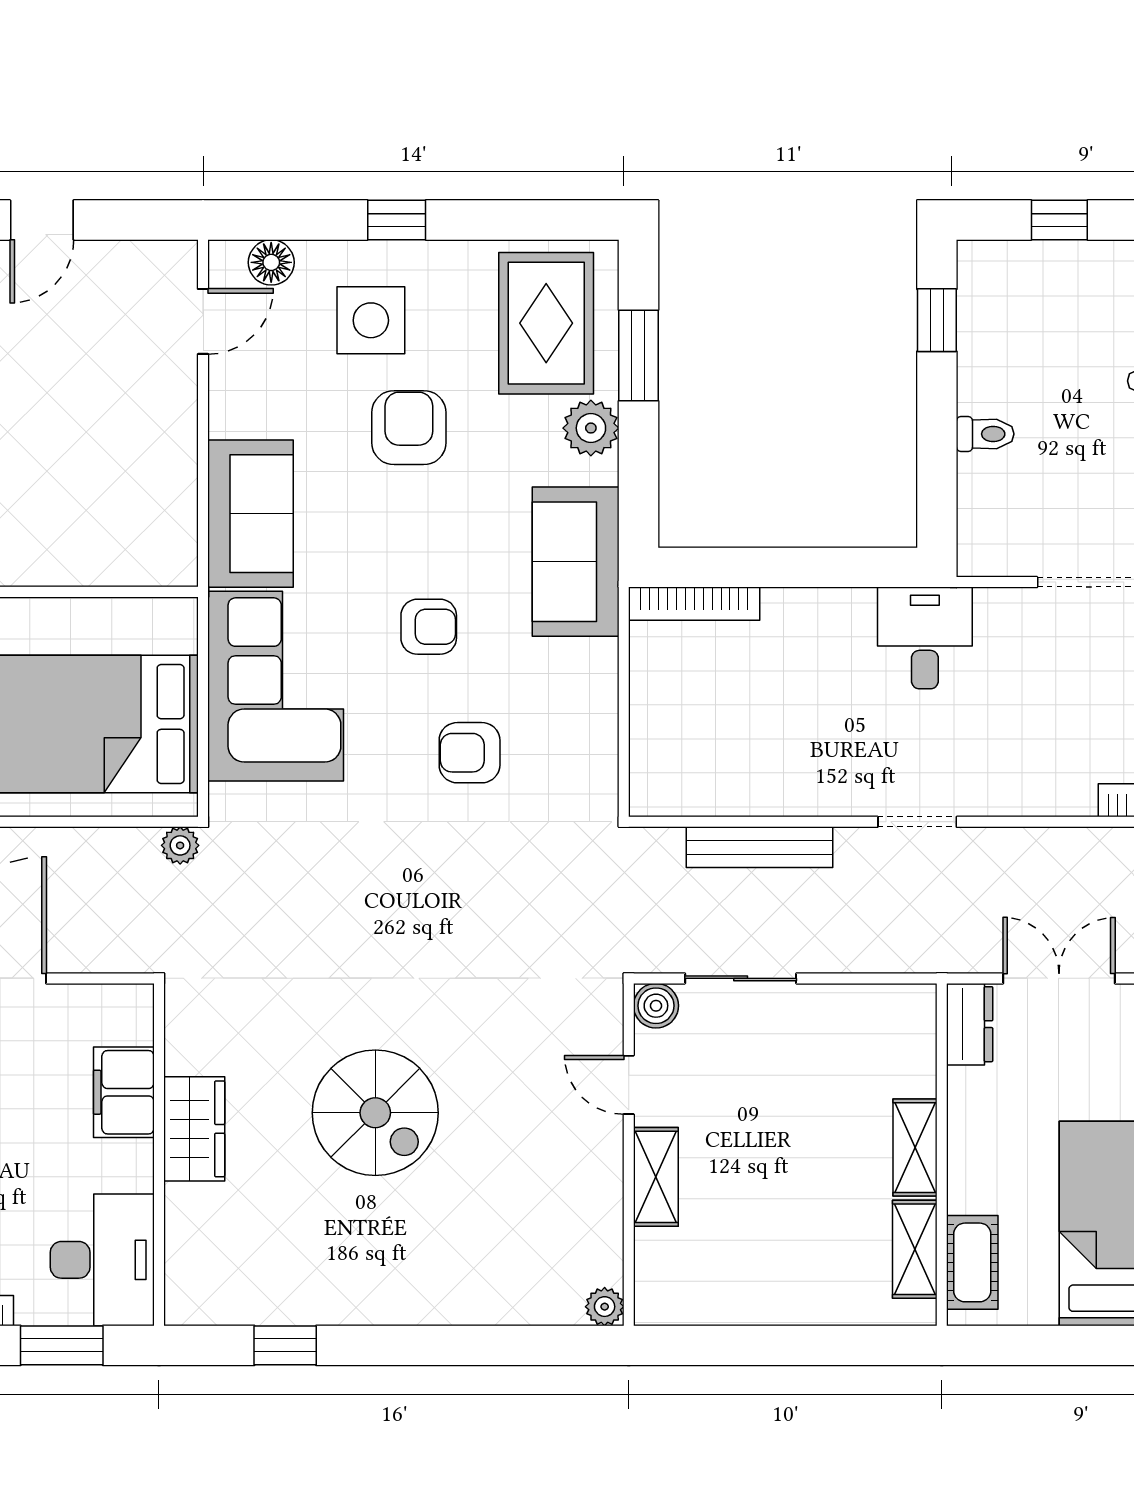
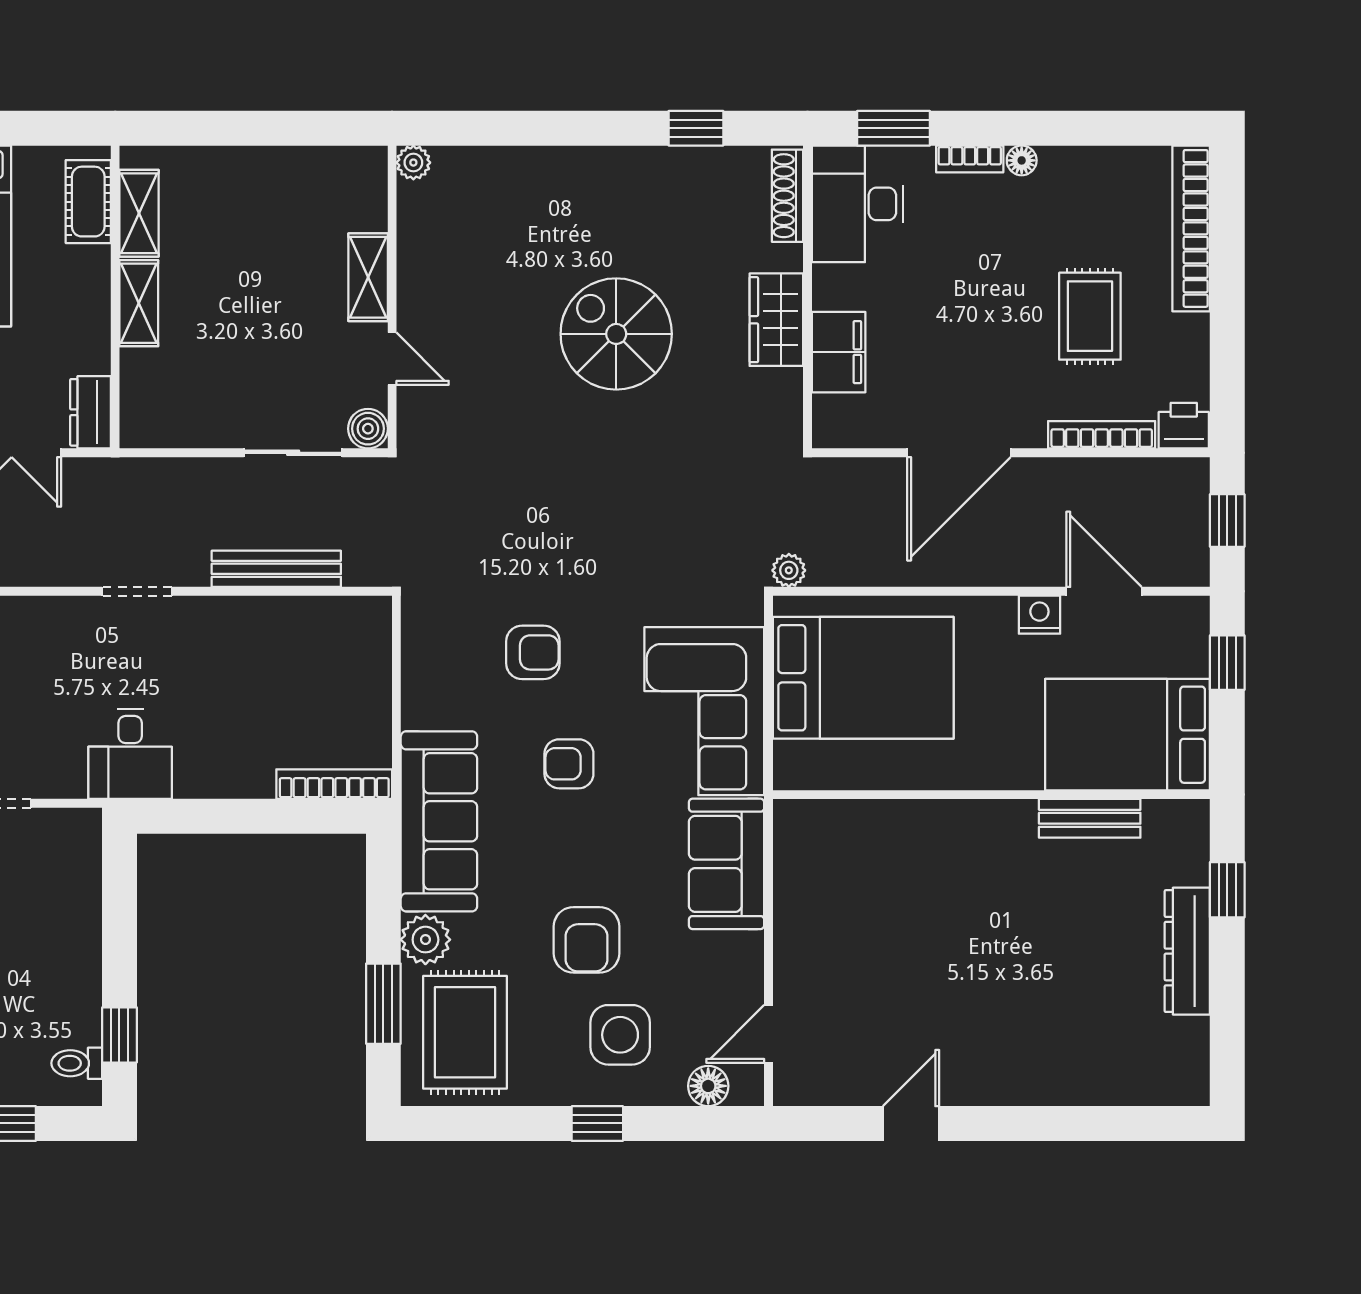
toilet: (985, 434) -> (77, 1063), moved
sofa: (576, 562) -> (439, 821), width x1.36
shoe rack: (182, 1269) -> (787, 196), added

